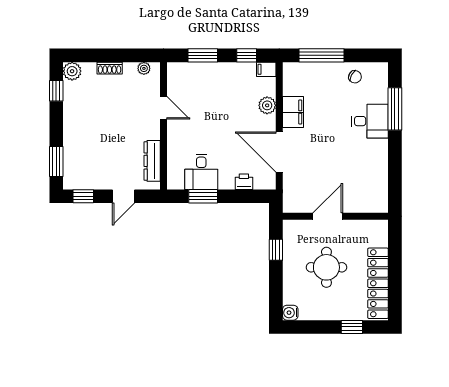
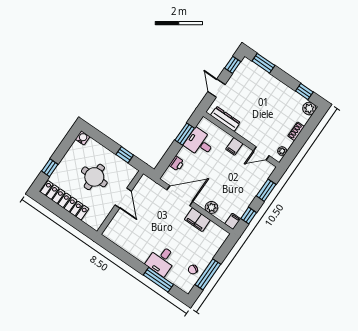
window: (322, 55) -> (208, 274), moved
door: (164, 108) -> (261, 153), moved
filing cabinet: (177, 128) -> (234, 146), added

